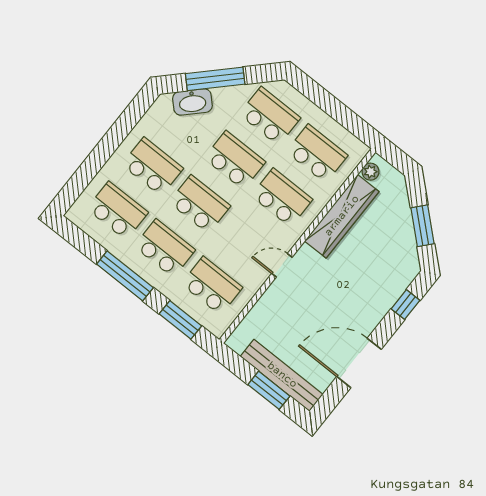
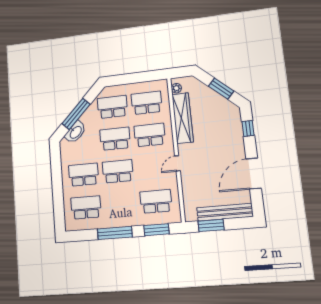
school desk: (165, 248) -> (121, 204), removed
window: (269, 390) -> (211, 225), moved

